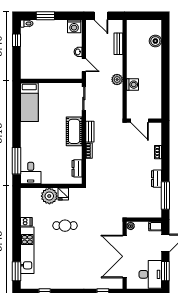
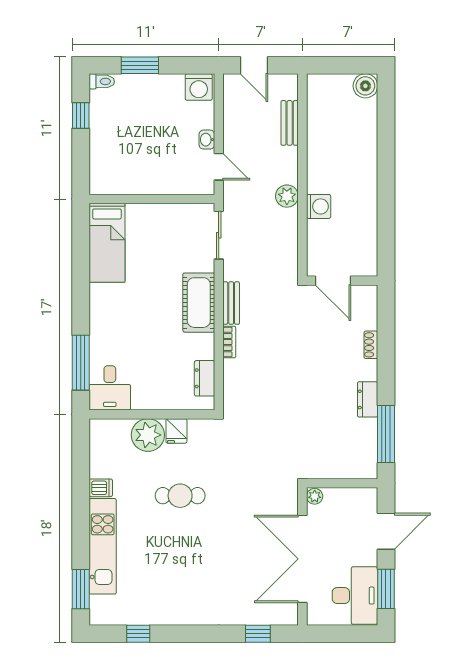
boiler: (155, 41) -> (365, 86), moved
filing cabinet: (155, 226) -> (365, 497), removed

